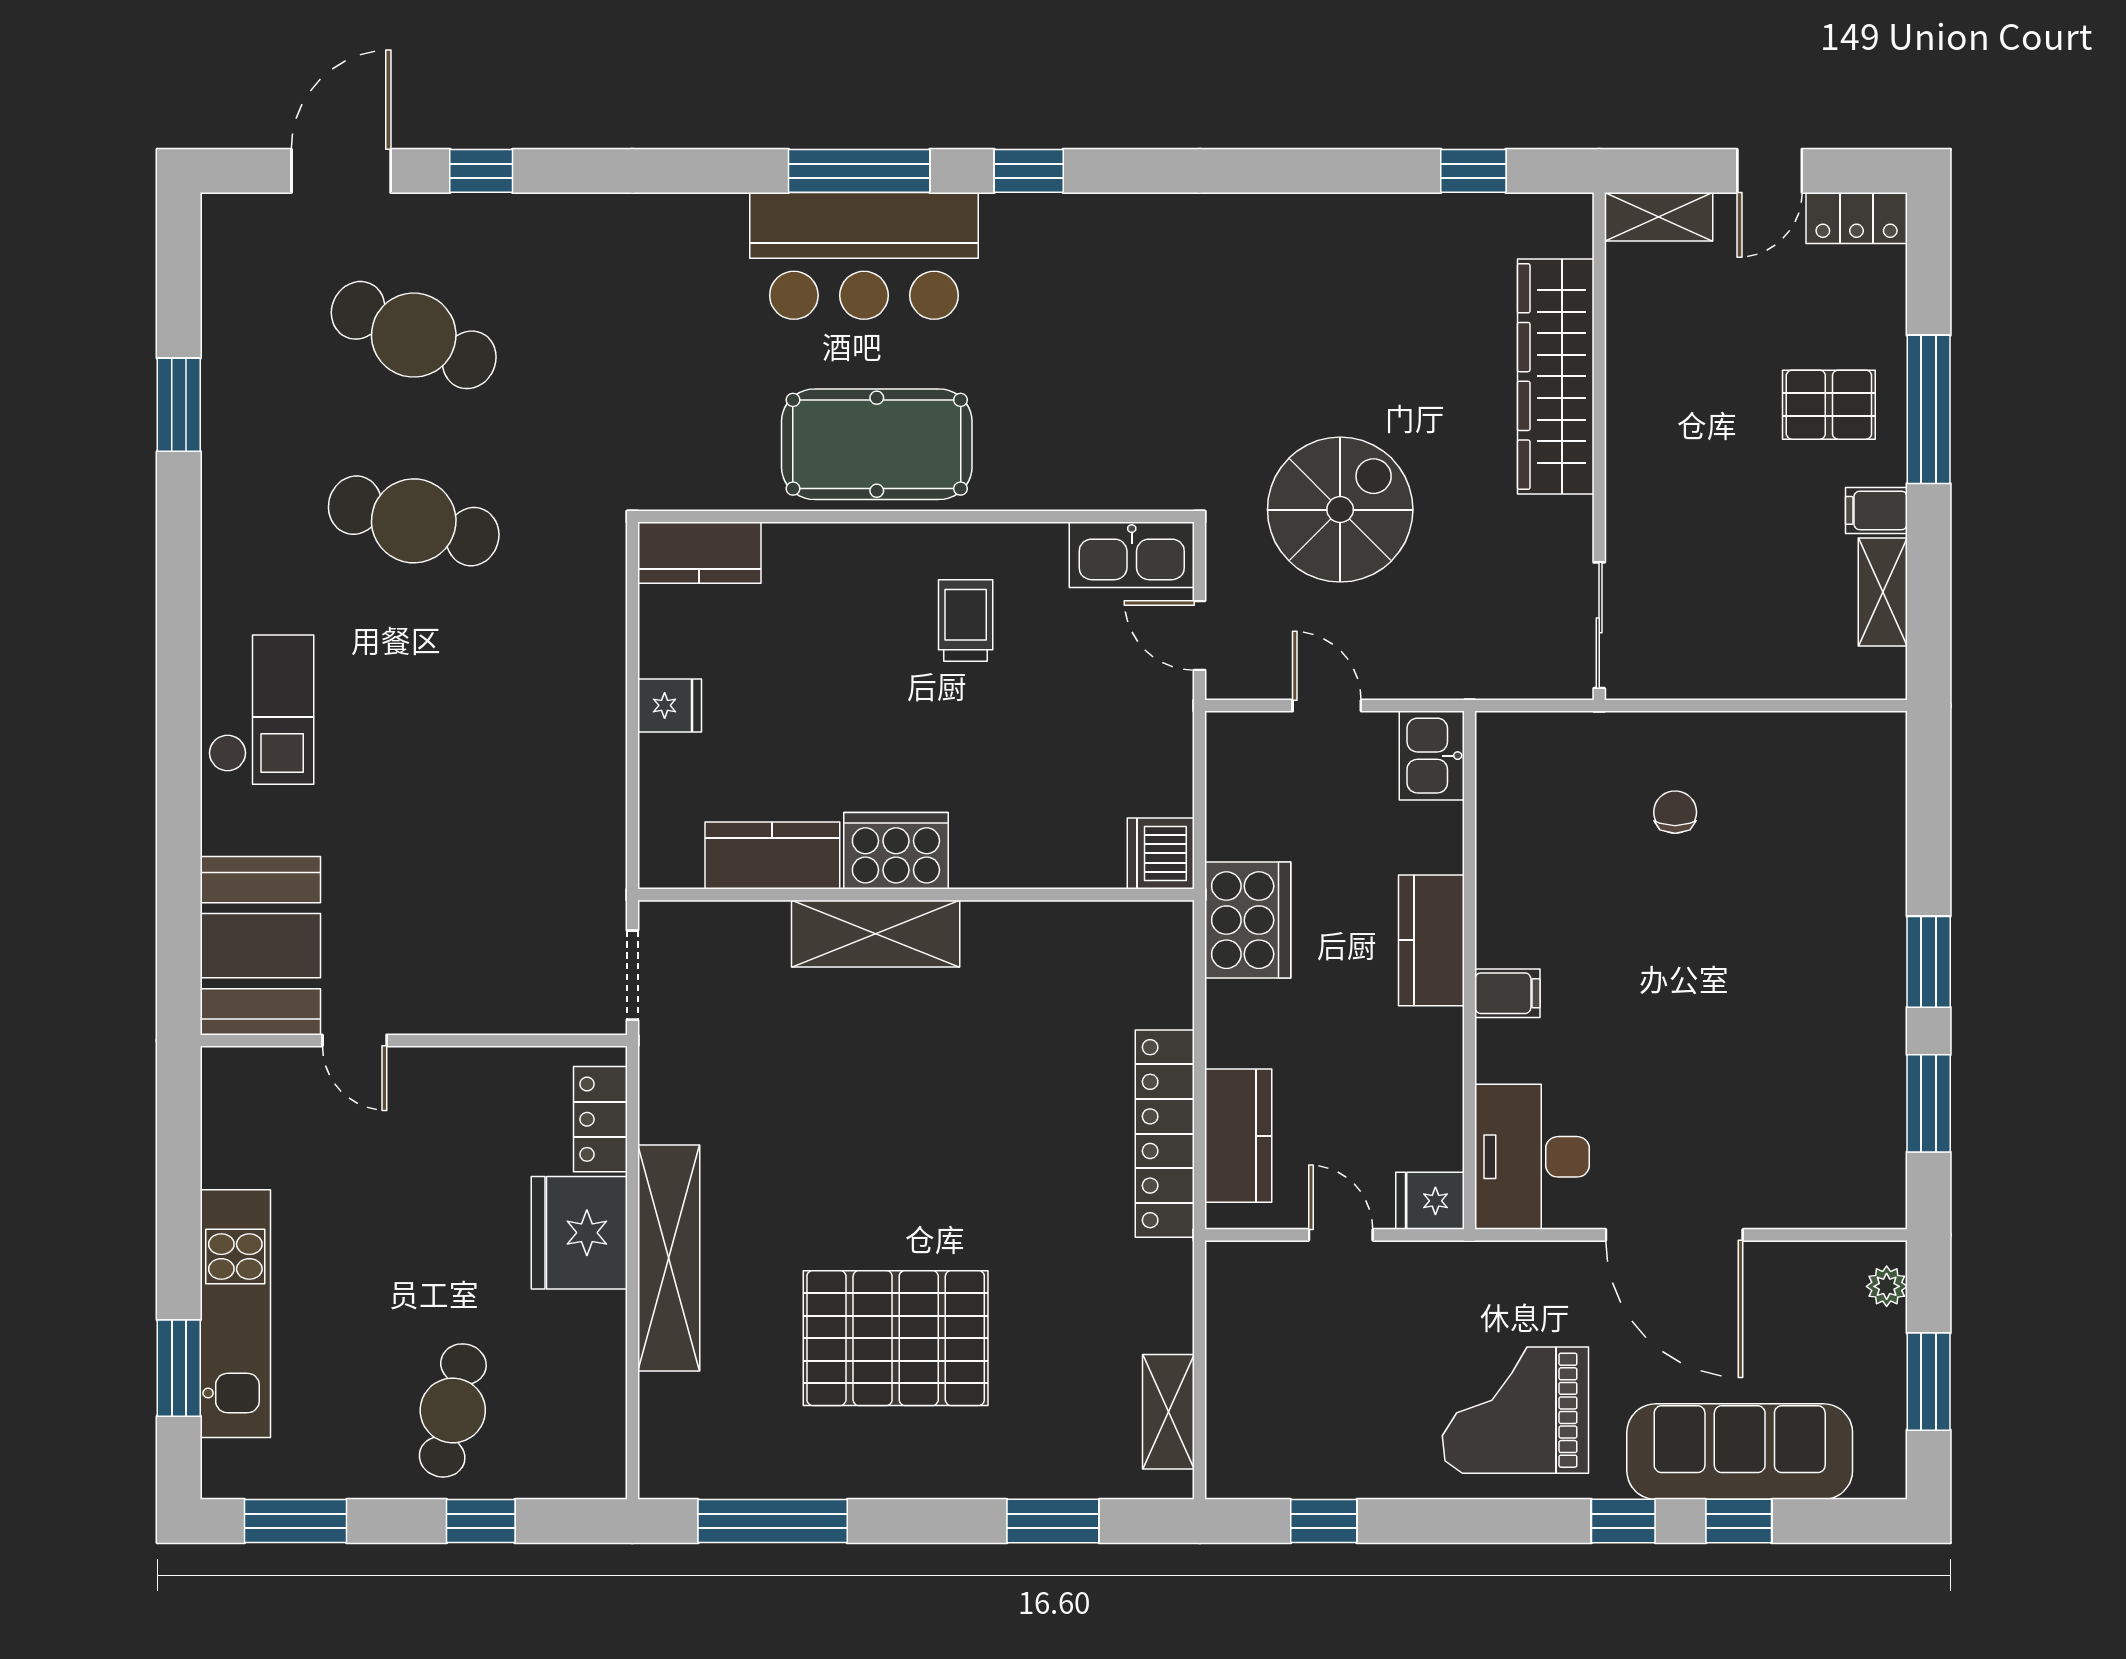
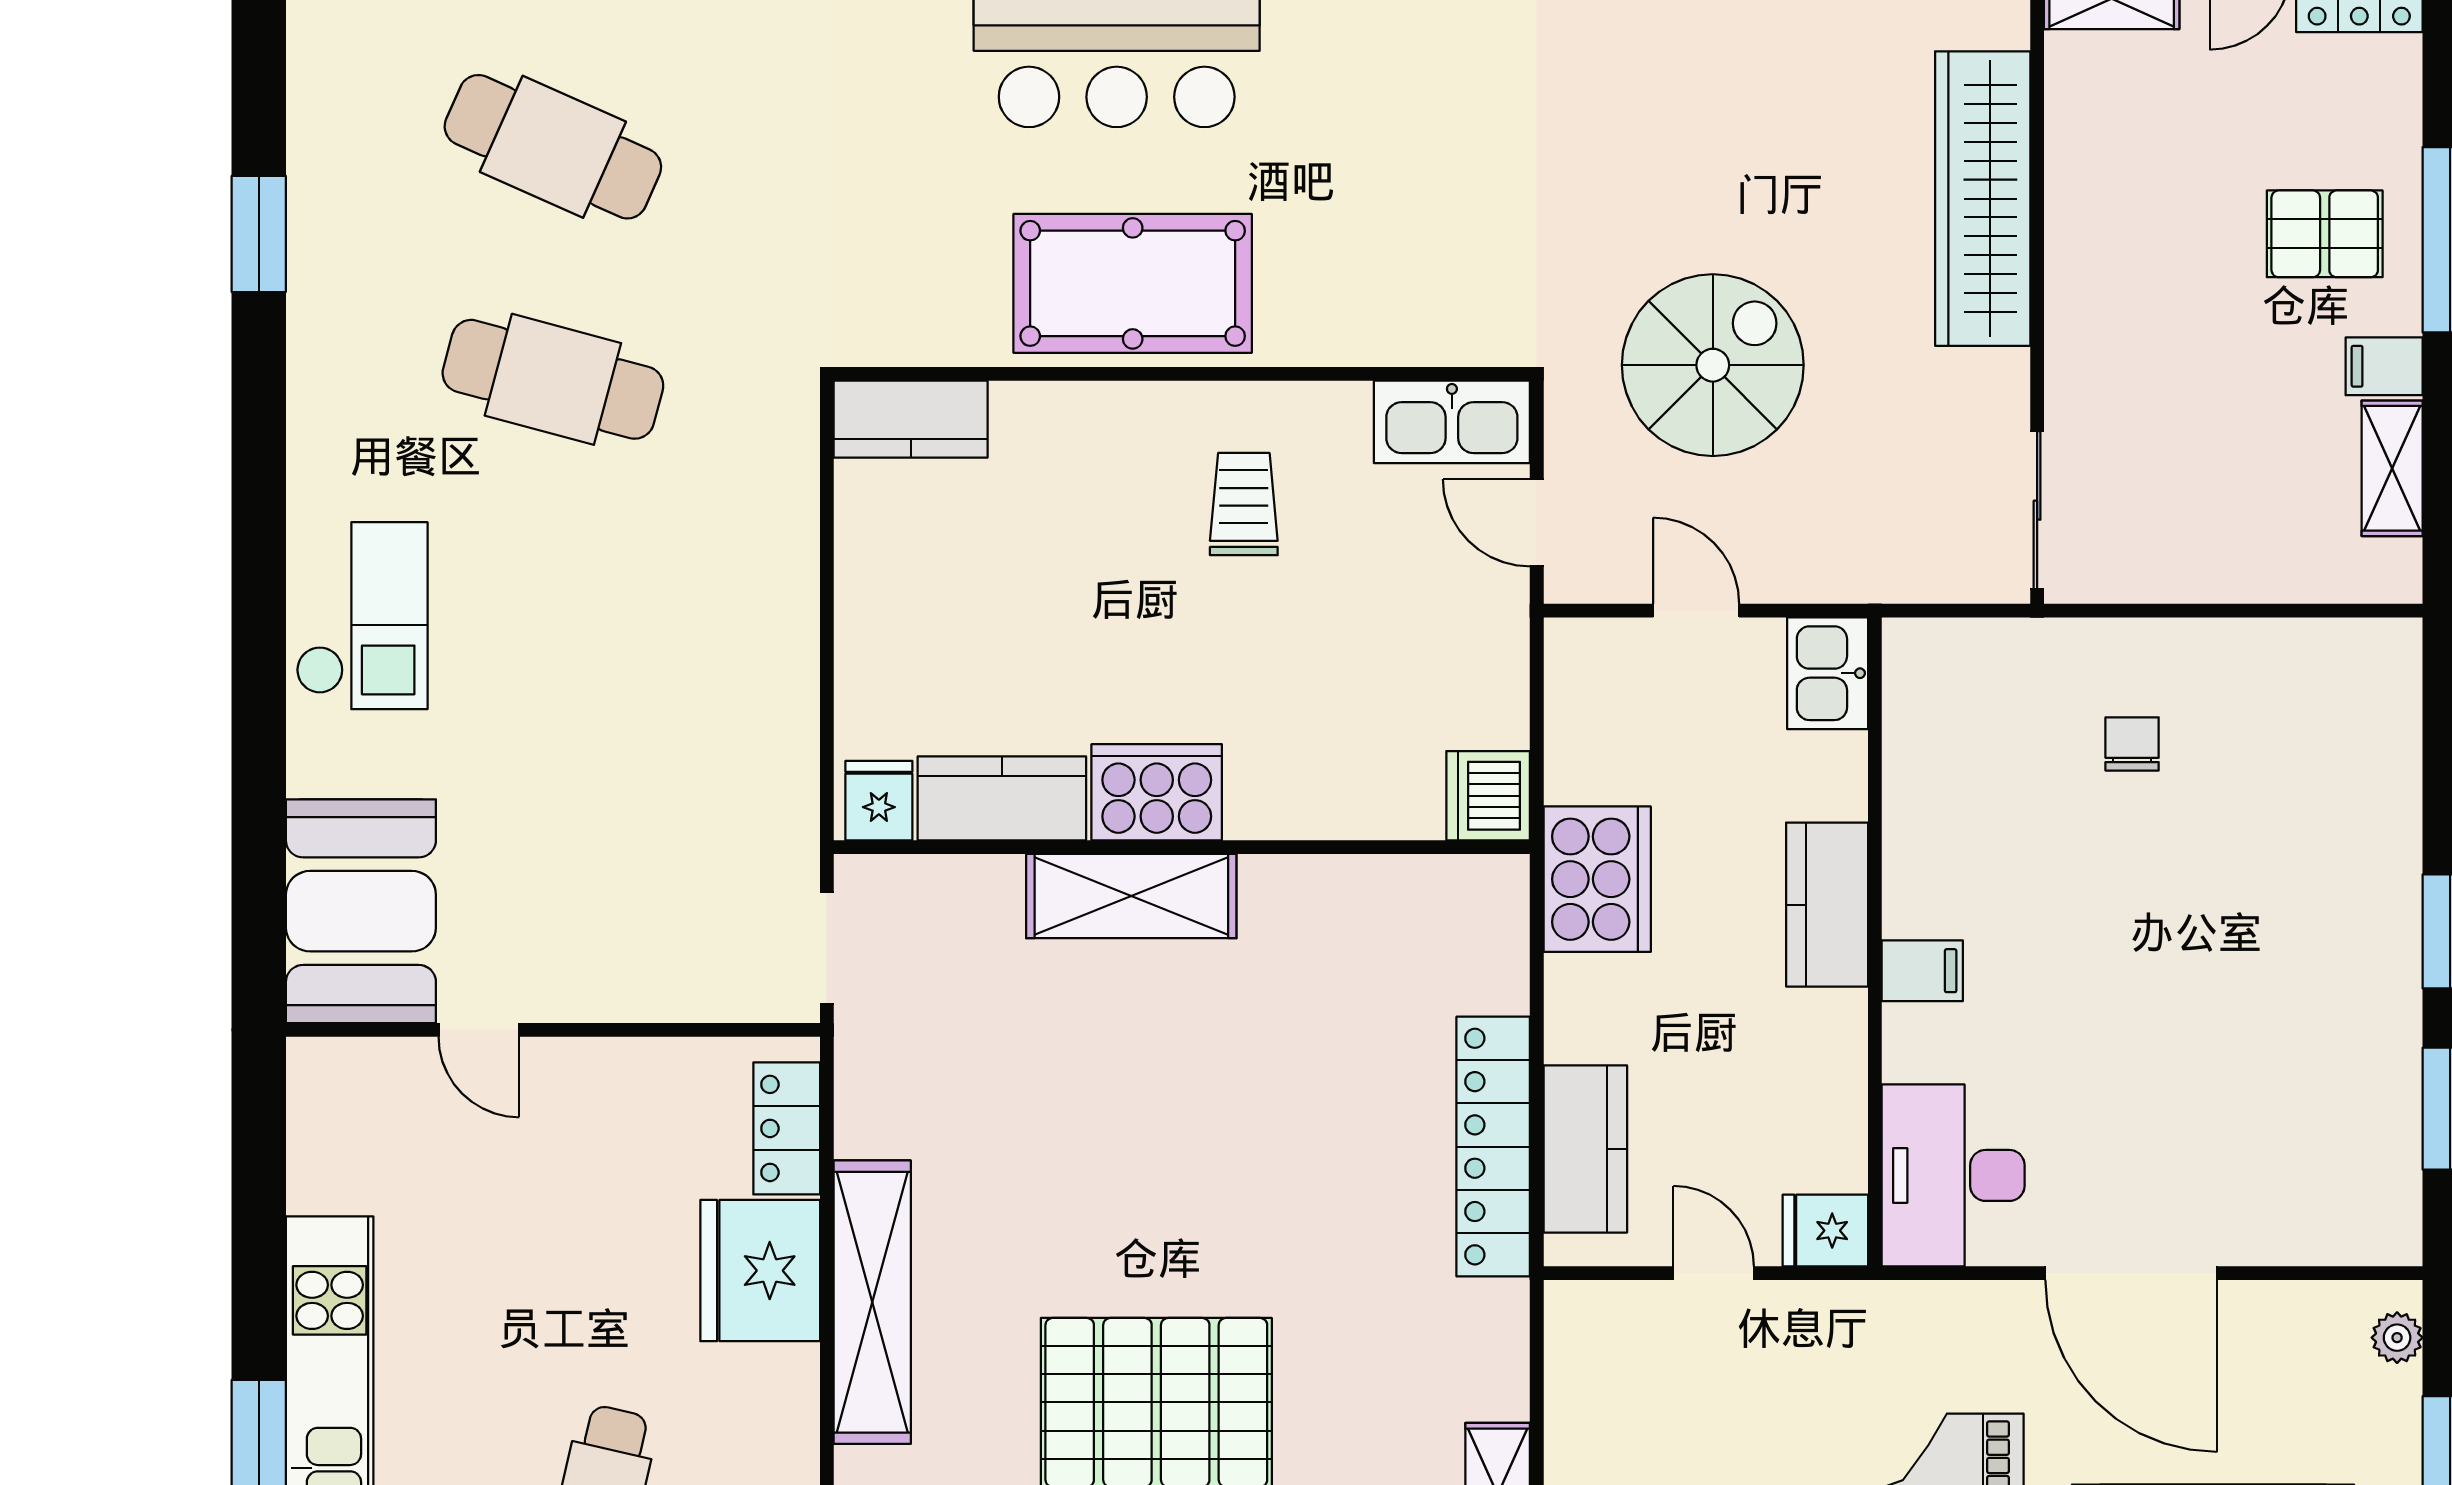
fridge: (670, 705) -> (879, 801), moved, turned -90

